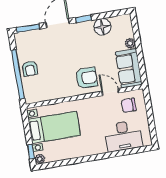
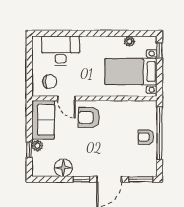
window: (137, 38) -> (29, 150), added
armchair: (30, 69) -> (146, 137), turned -90
plant: (40, 159) -> (129, 41), moved

